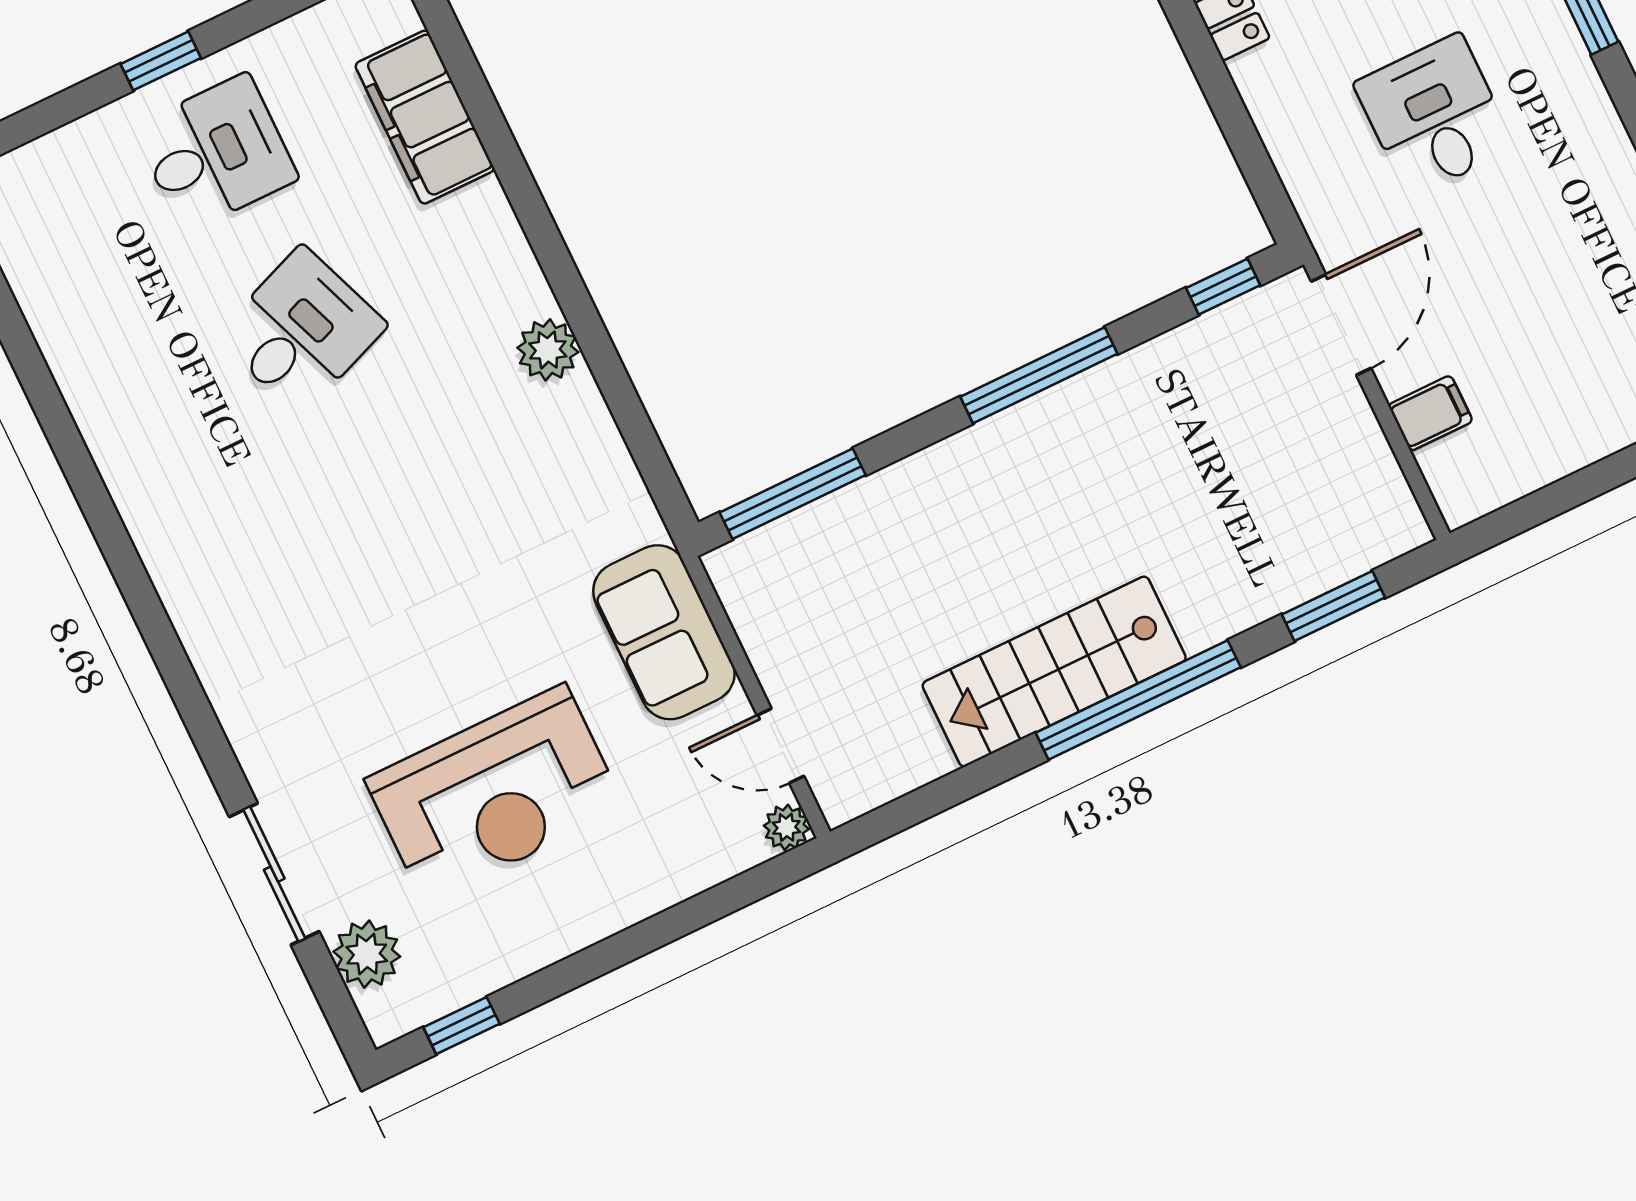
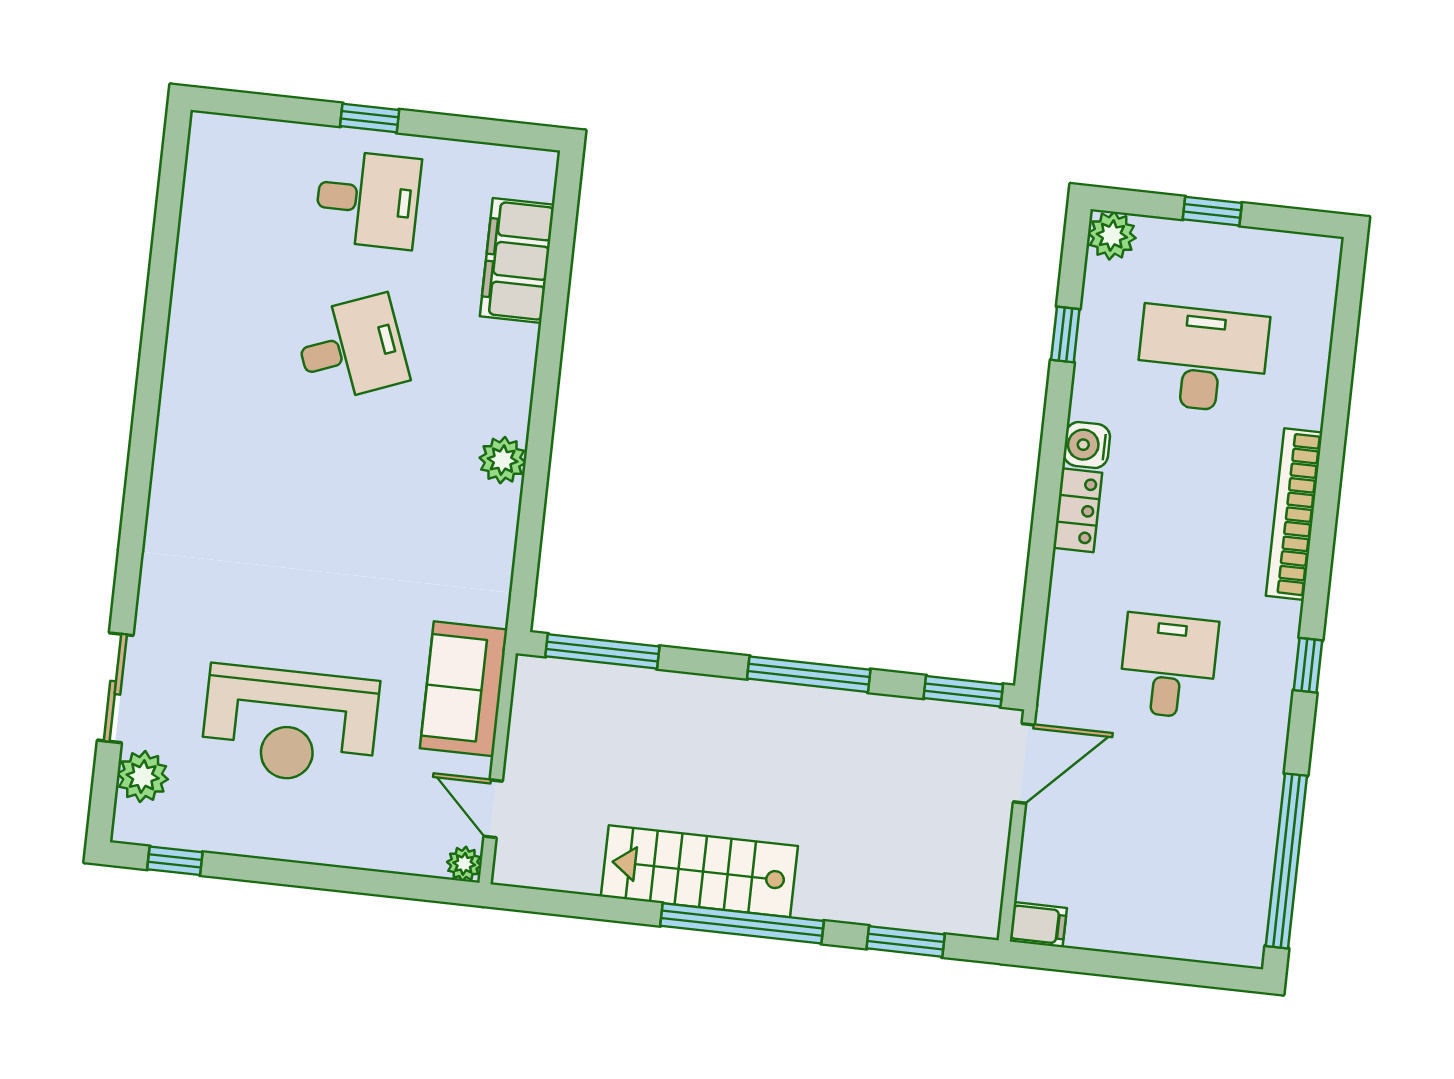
window: (1223, 287) -> (963, 691), width x1.50
filing cabinet: (1430, 413) -> (1038, 925), moved

